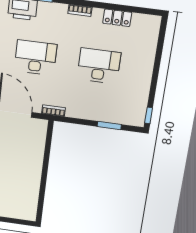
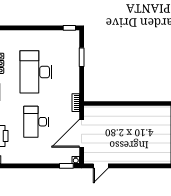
desk: (99, 66) -> (36, 72), width x1.36, depth x1.30

